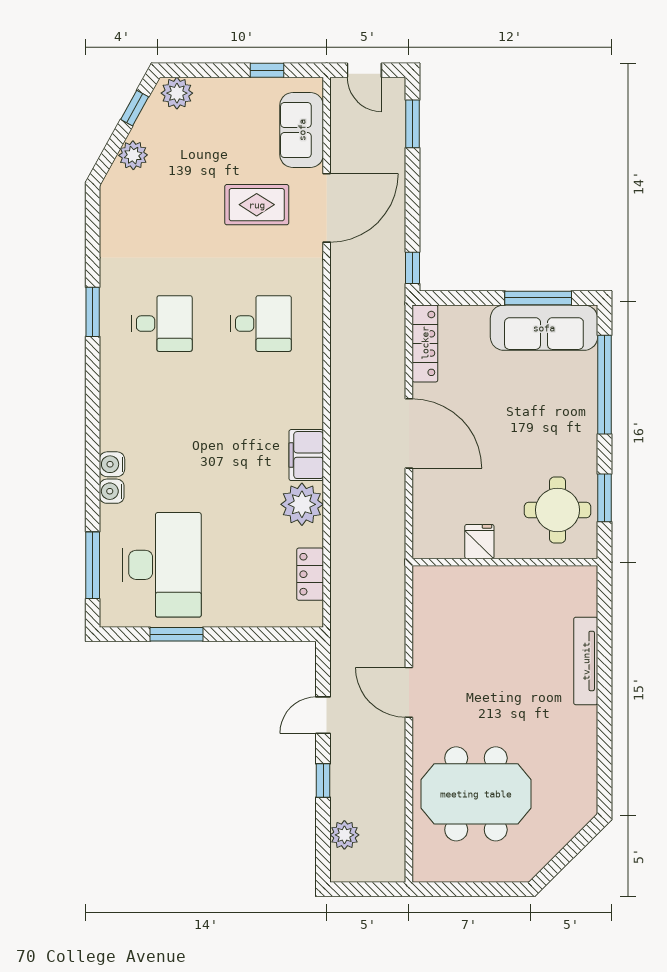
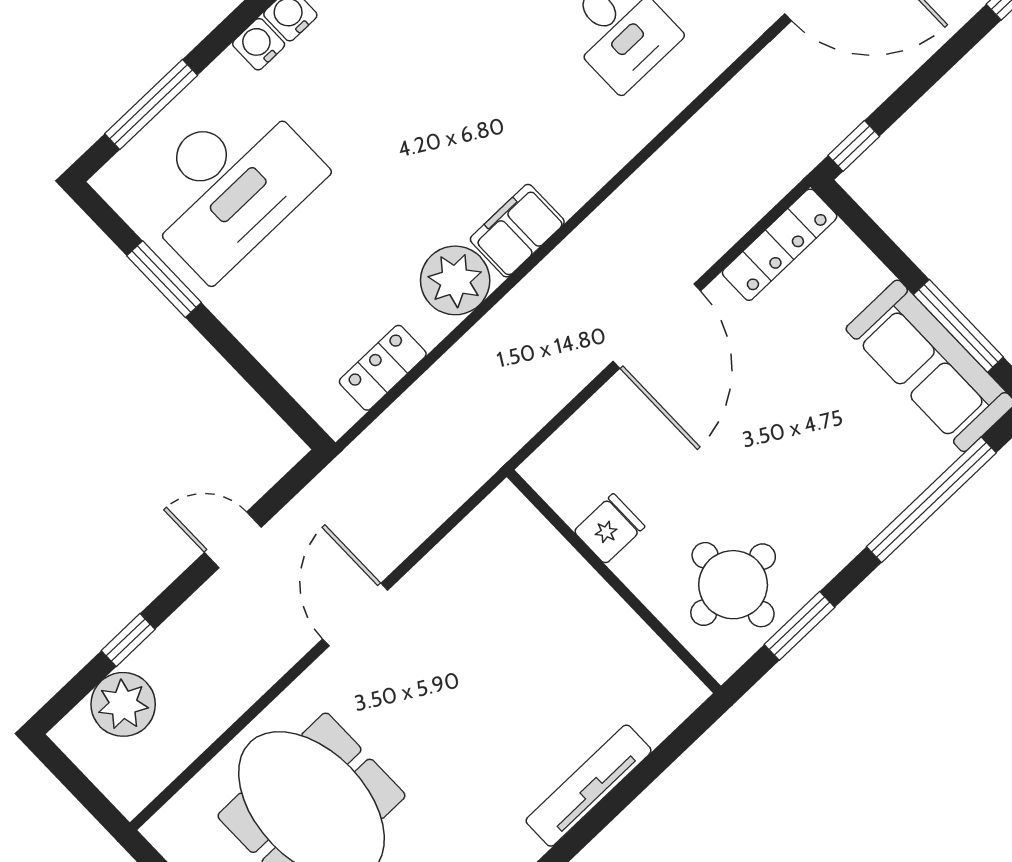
window: (323, 780) -> (128, 640), moved
plant: (344, 835) -> (123, 704), width x1.36, depth x1.36

